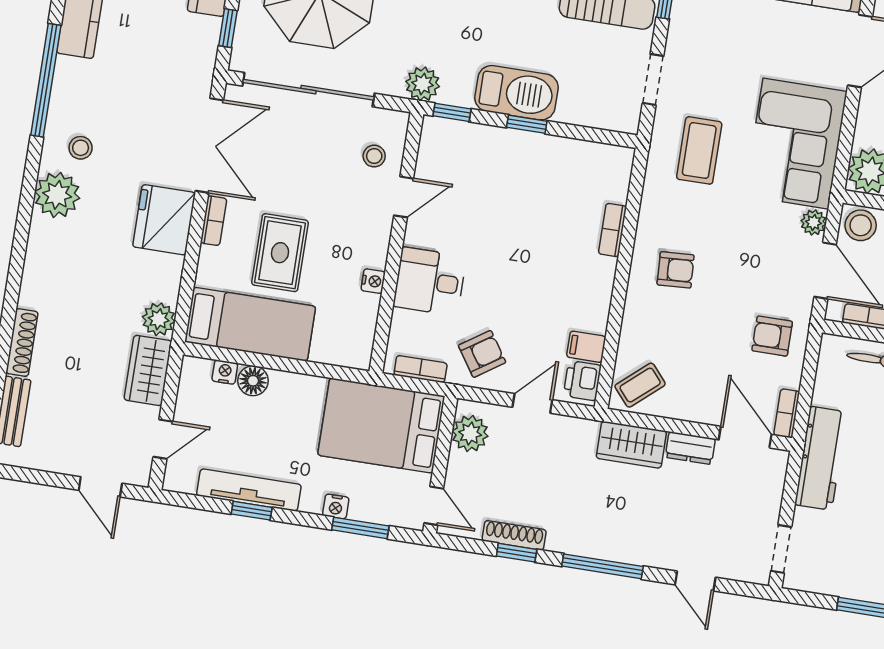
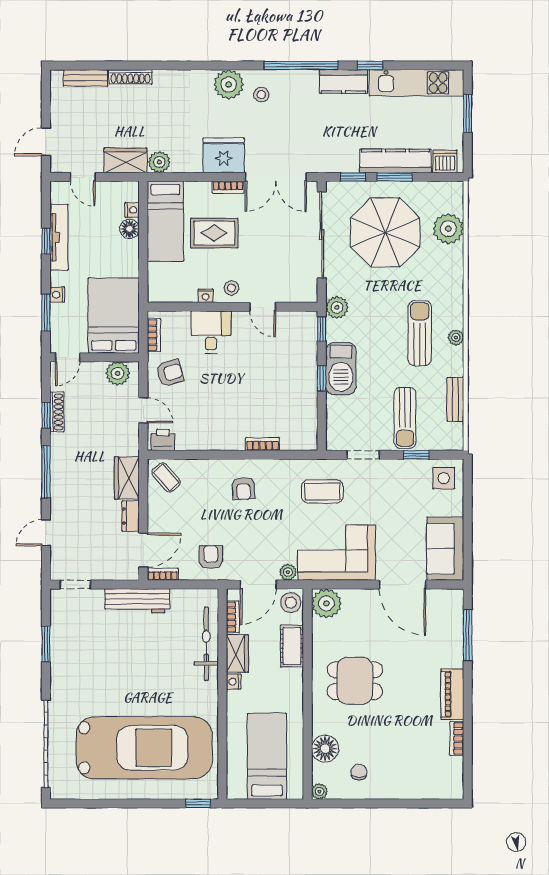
stool: (374, 156) -> (231, 288), moved
filing cabinet: (586, 347) -> (185, 439), removed
armchair: (482, 354) -> (170, 373), turned -72

